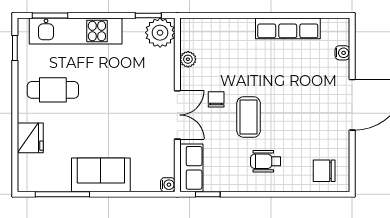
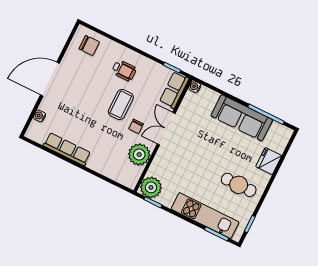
plant: (188, 59) -> (139, 154), width x1.88, depth x1.88
sofa: (101, 175) -> (242, 118), width x1.36

